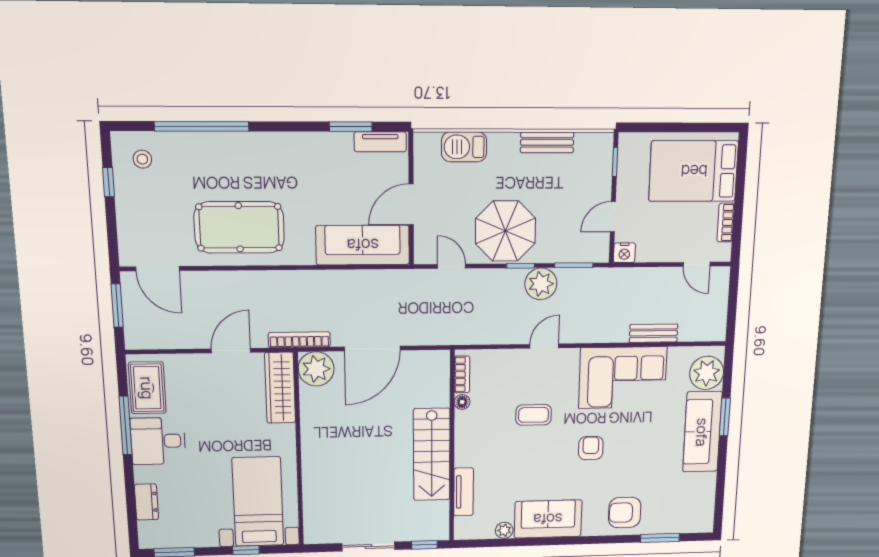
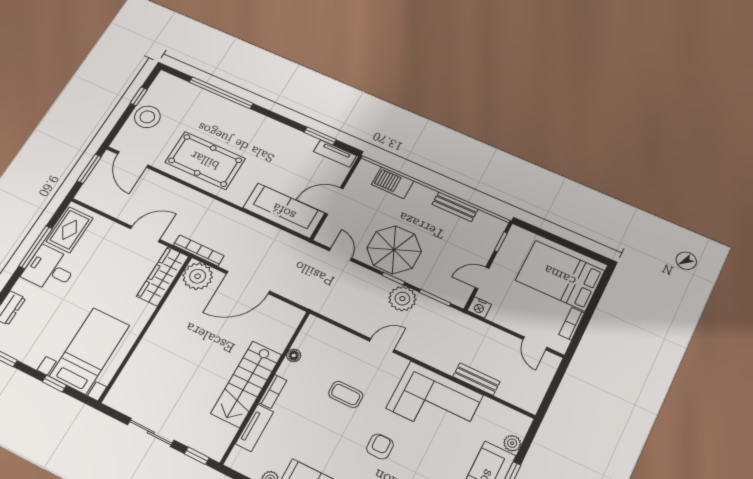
stool: (142, 159) -> (147, 117), moved, width x1.89, depth x1.89
plant: (707, 373) -> (512, 443), width x0.53, depth x0.53
bookcase: (462, 374) -> (273, 392), moved

